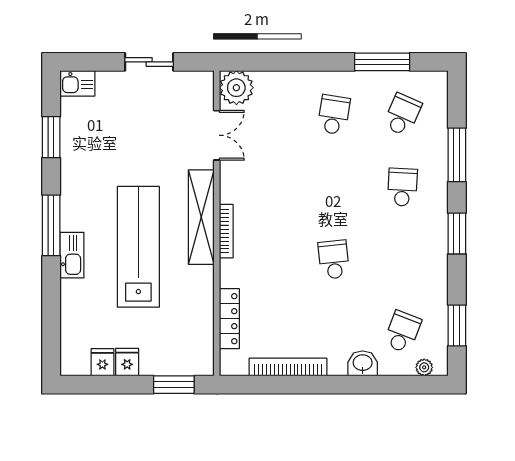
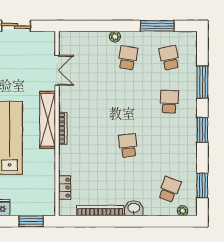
plant: (236, 88) -> (115, 37), moved, width x0.53, depth x0.53
school desk: (402, 115) -> (169, 58), turned -36
locker: (229, 319) -> (65, 188), width x0.66
washbasin: (363, 363) -> (134, 208), moved

